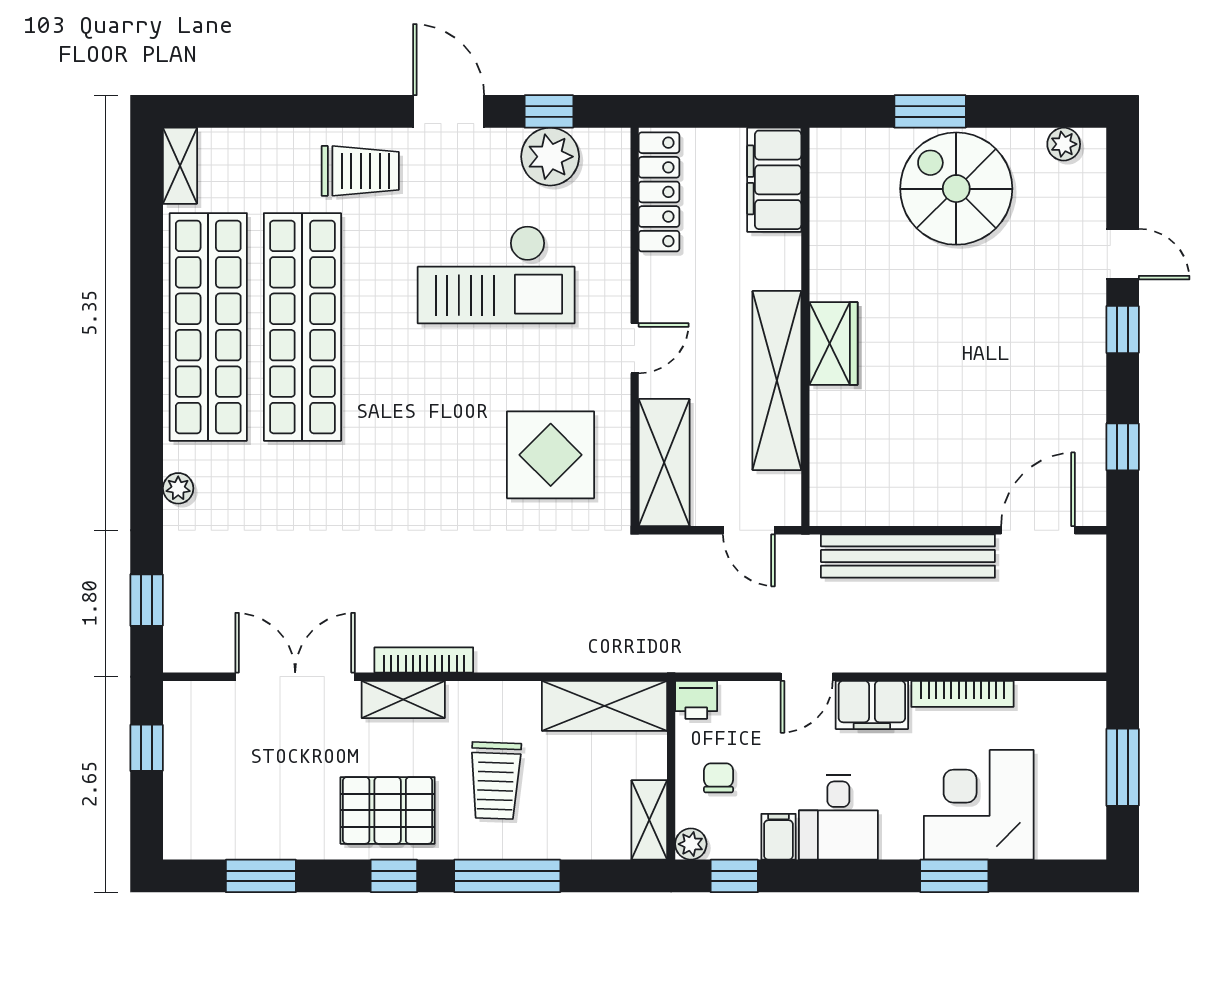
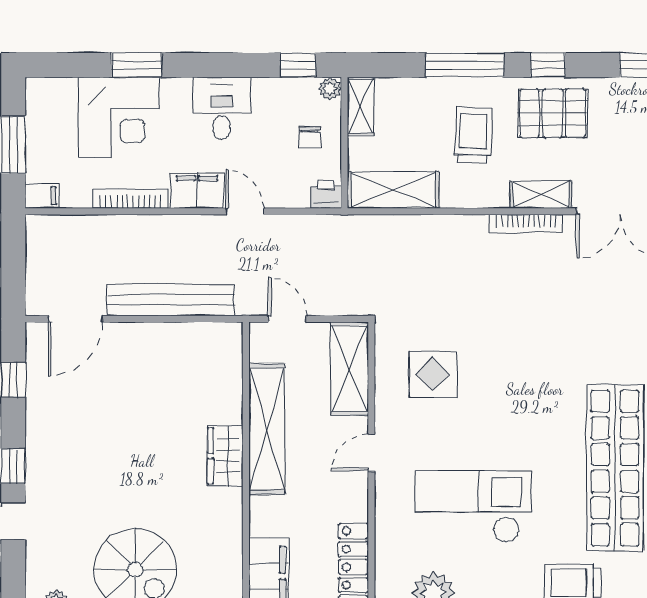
display table: (551, 455) -> (433, 374), width x0.73, depth x0.73
door: (807, 677) -> (245, 211), hinge flipped
filing cabinet: (778, 837) -> (42, 196), moved, turned -90

